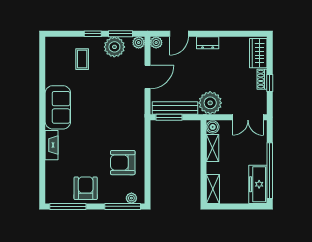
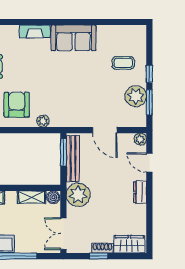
plant: (139, 43) -> (43, 121), moved

